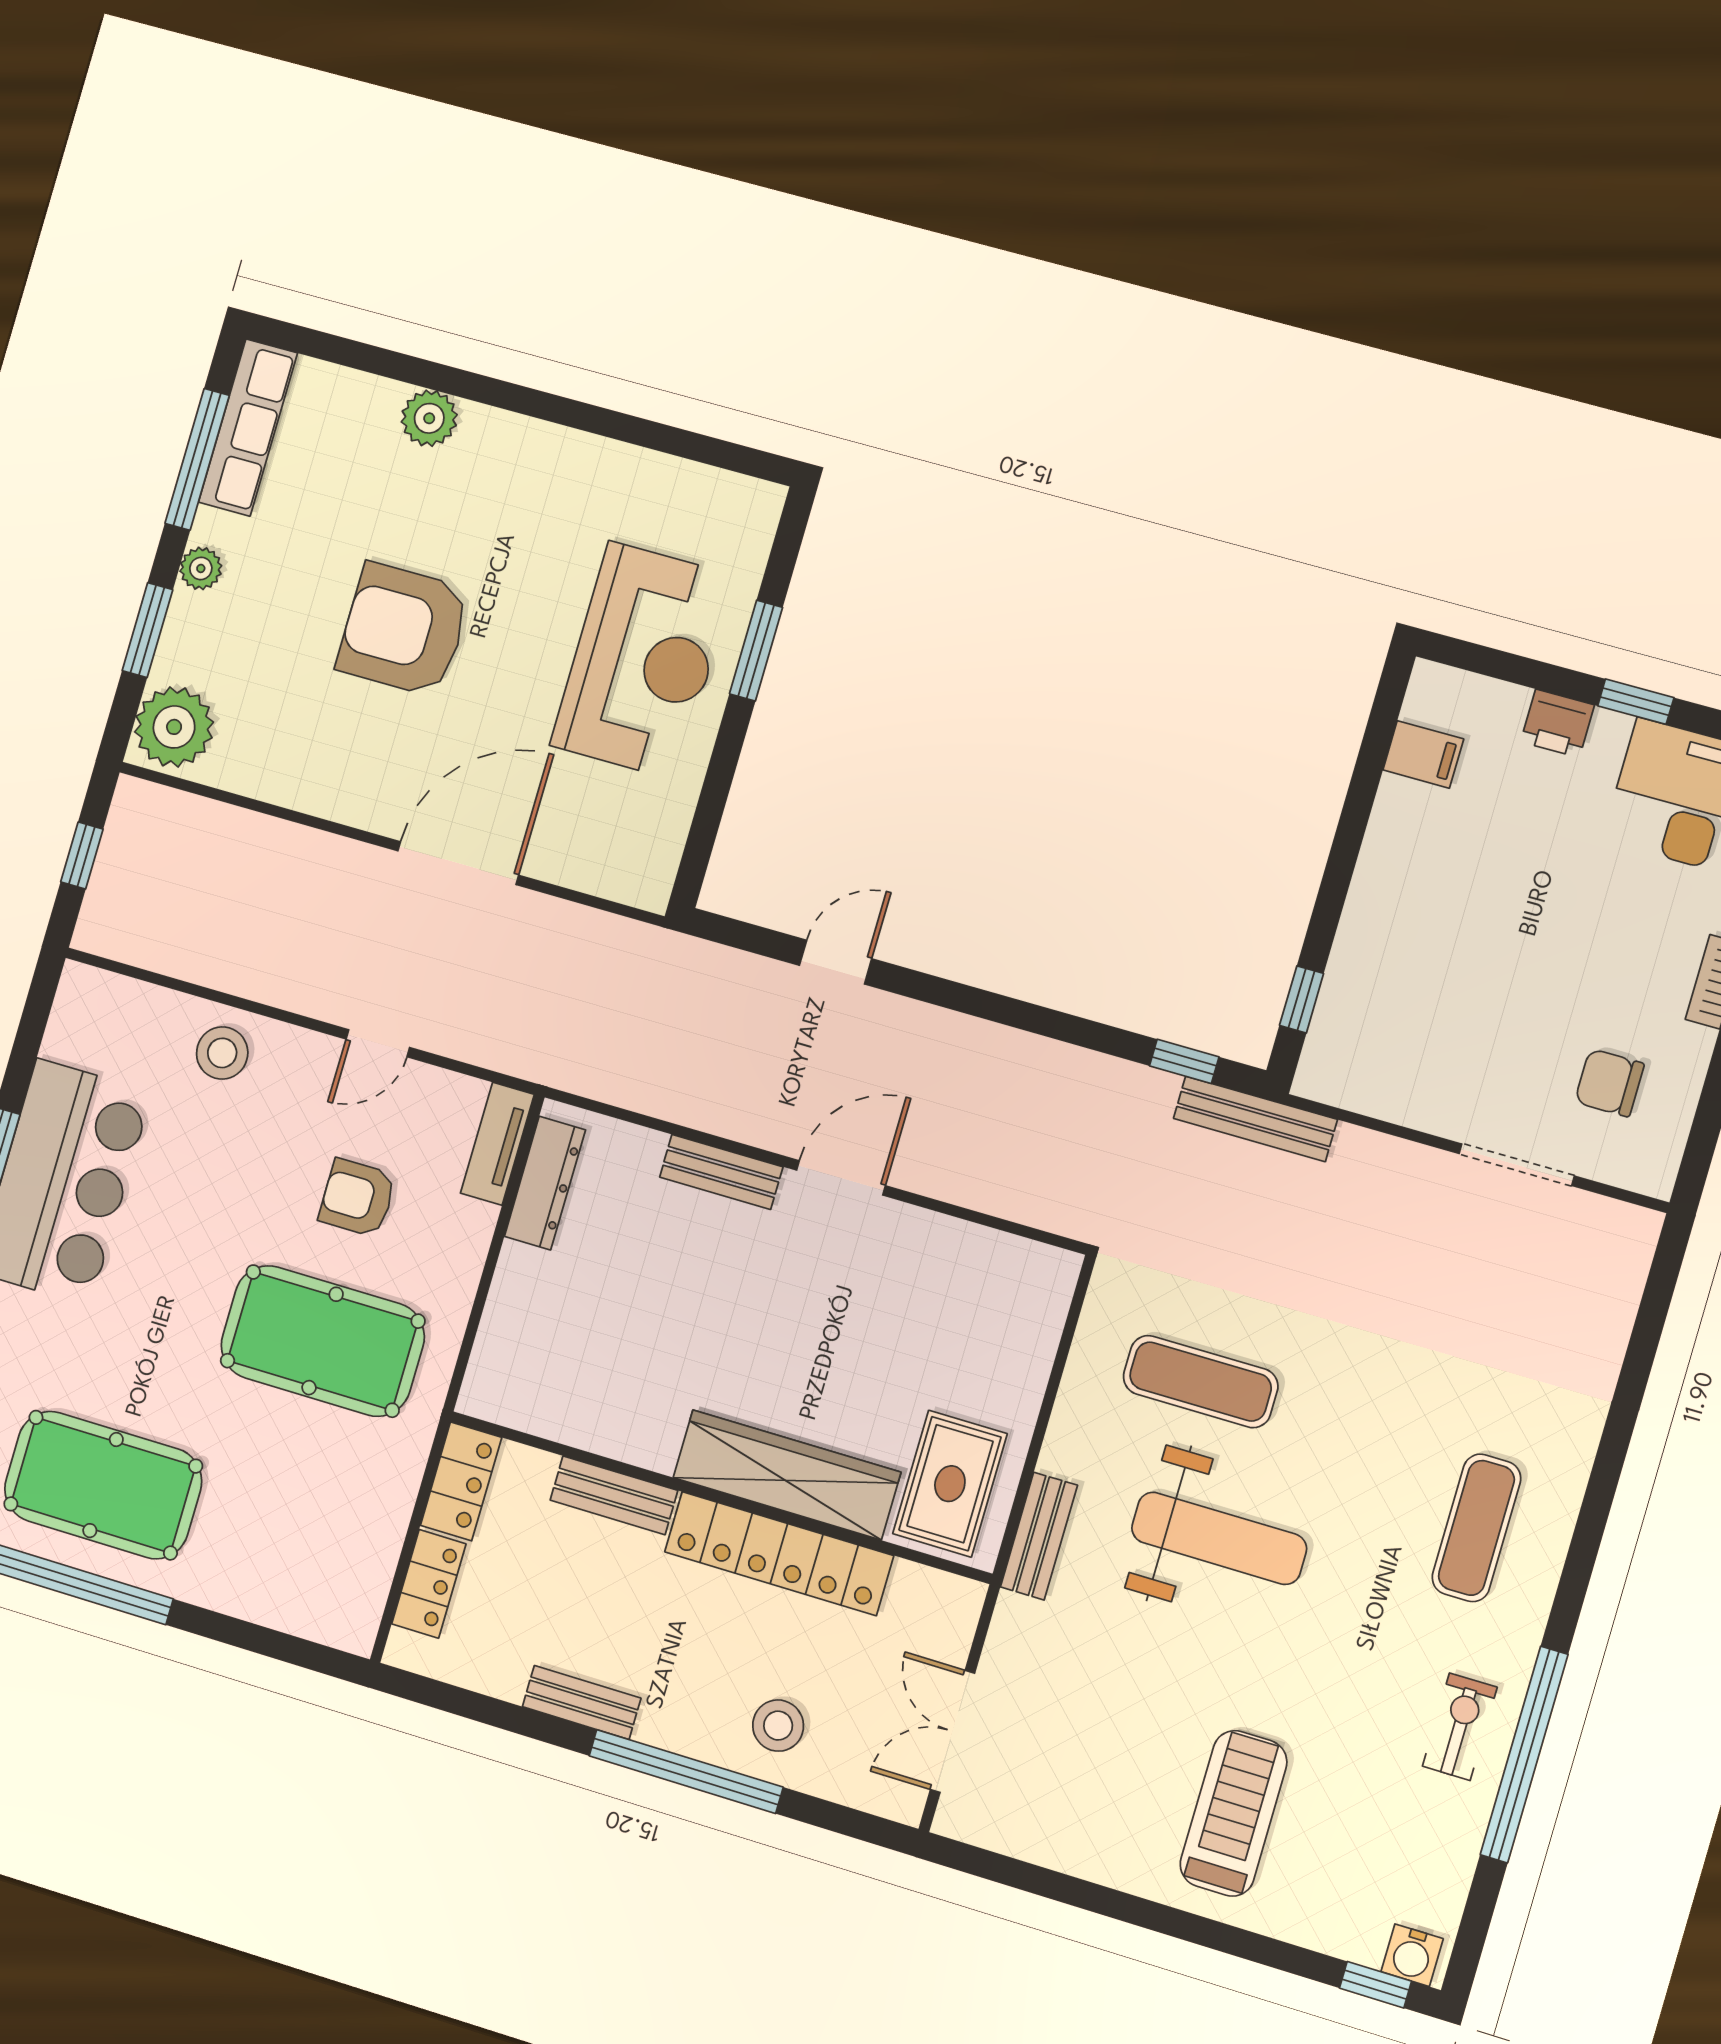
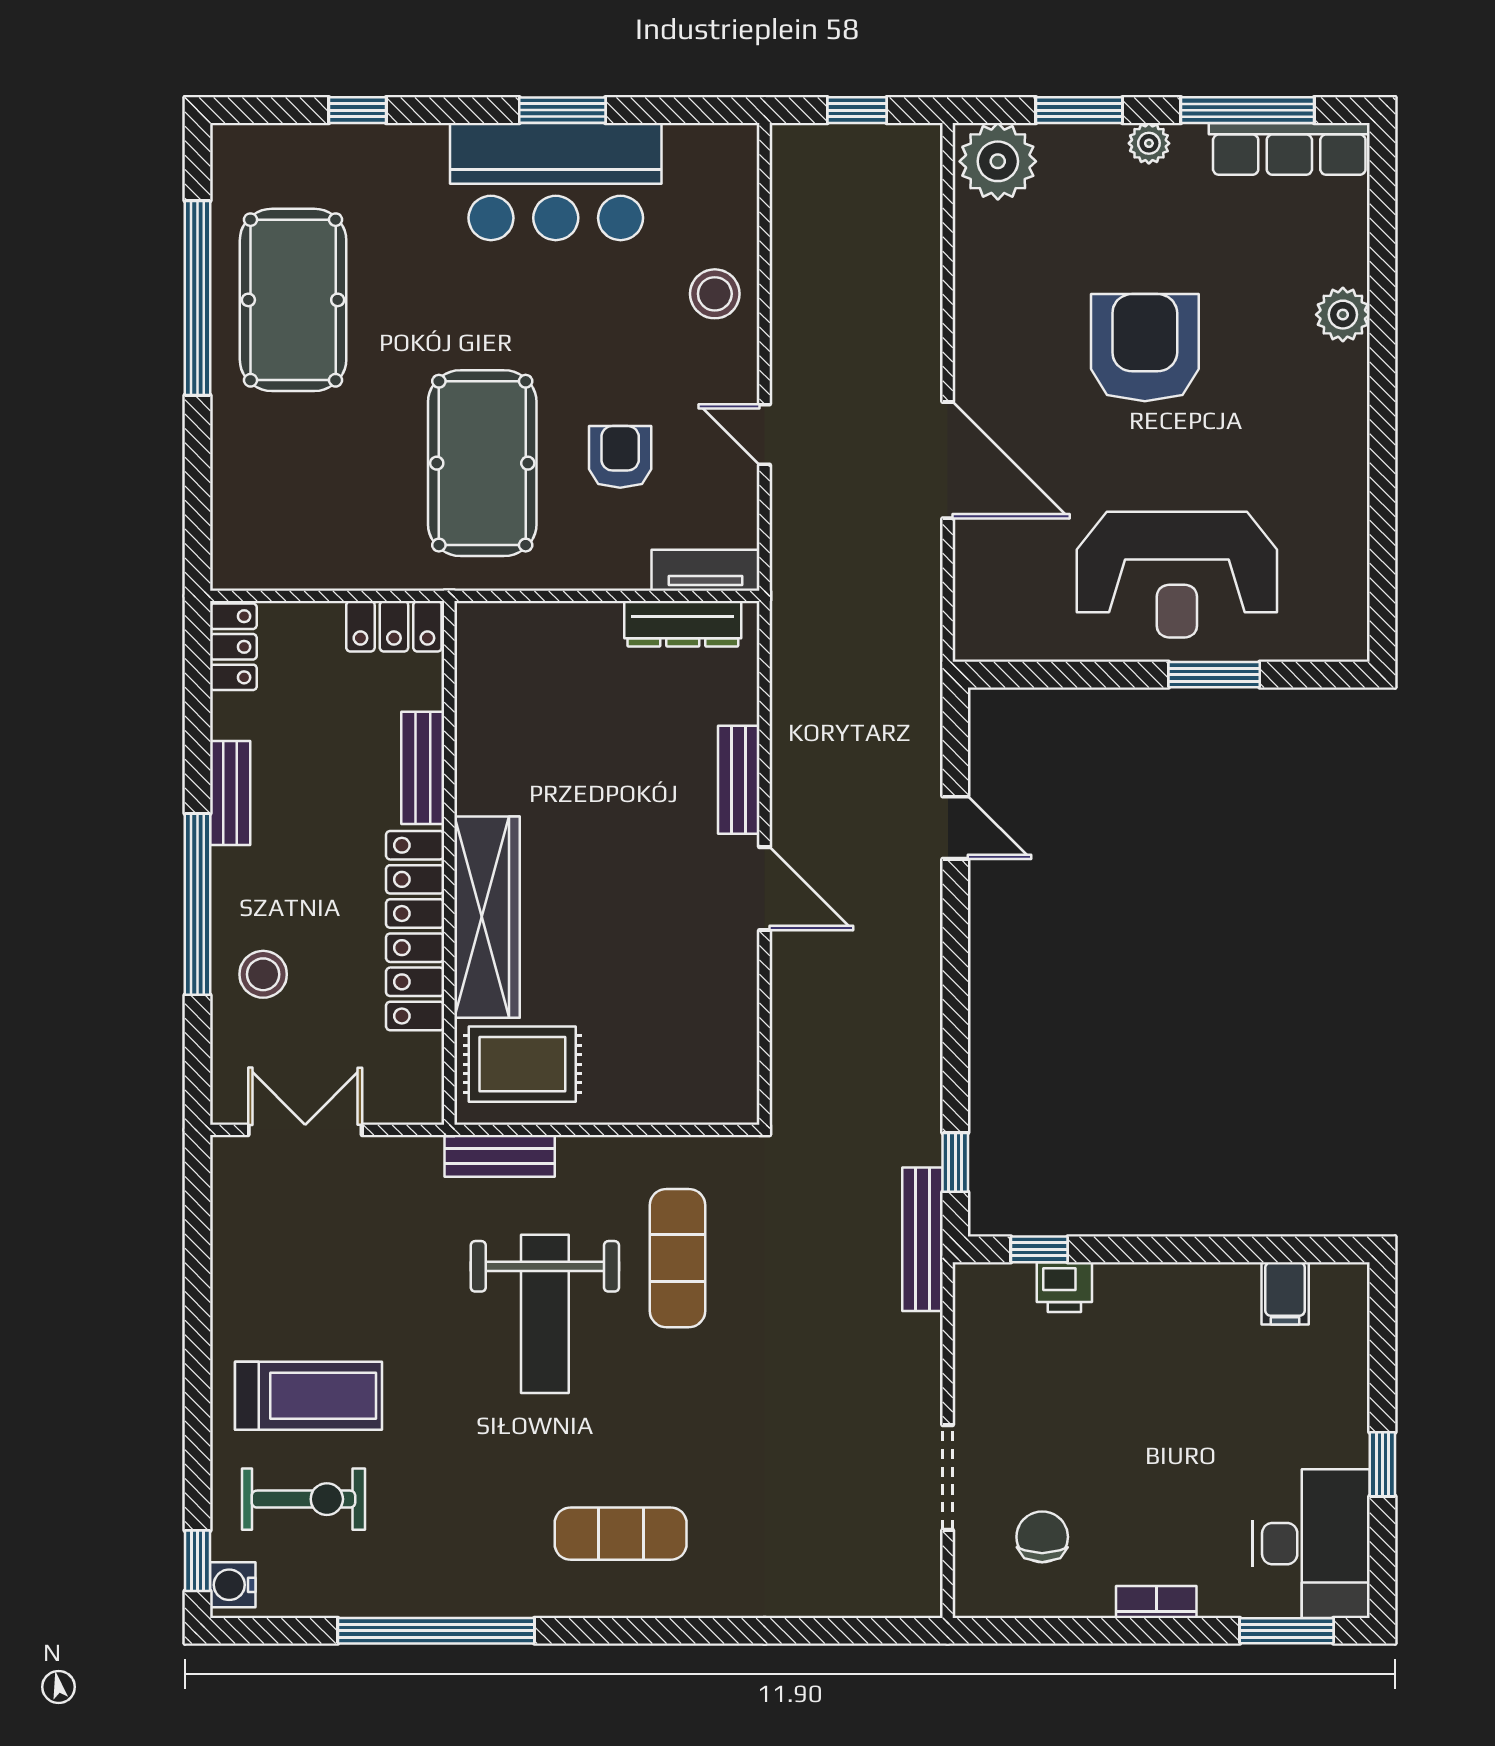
printer: (1557, 723) -> (1064, 1287), moved, turned -90
locker: (429, 1584) -> (233, 647), moved, turned -90
exercise bike: (1460, 1727) -> (303, 1499), moved, width x1.38, depth x1.39

